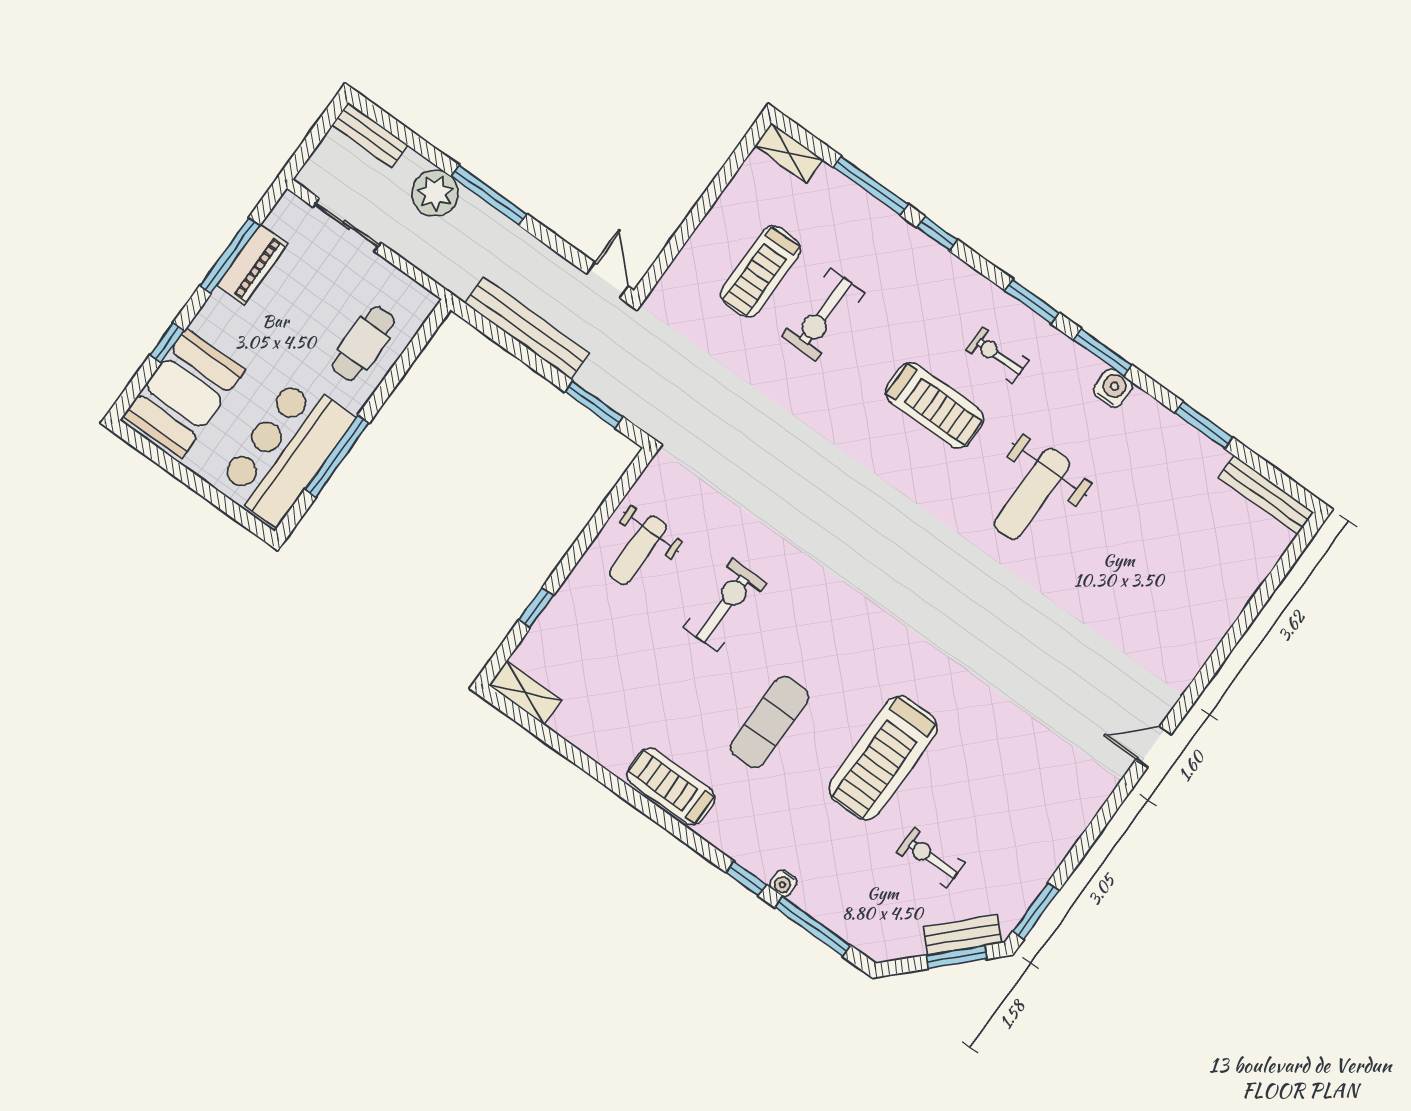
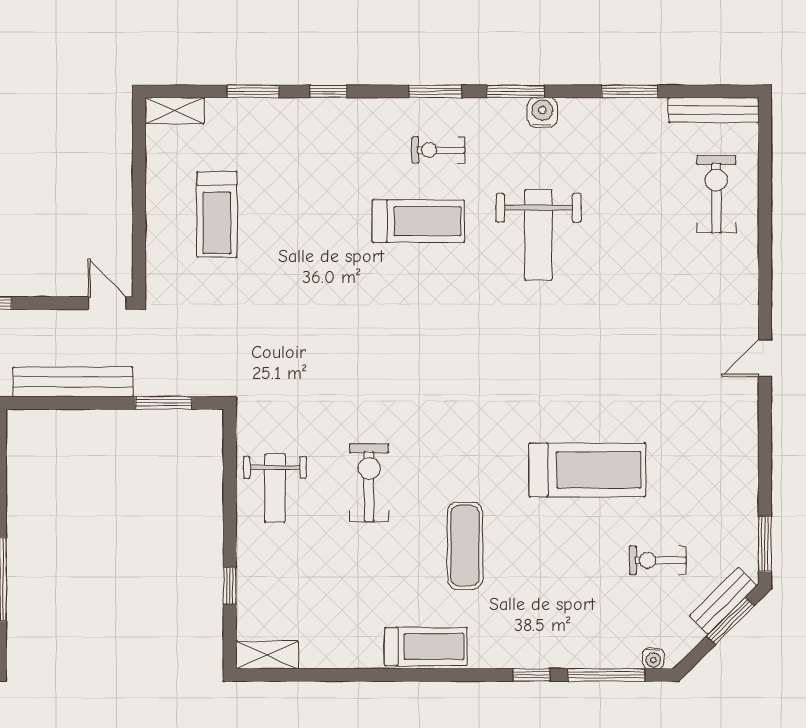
window: (871, 186) -> (253, 91), width x0.69
exercise bike: (823, 314) -> (716, 194), moved, turned 180
treadmill: (883, 758) -> (587, 470), moved, turned -90
treadmill: (671, 786) -> (426, 647), turned 180
water cooler: (784, 883) -> (653, 658), moved

